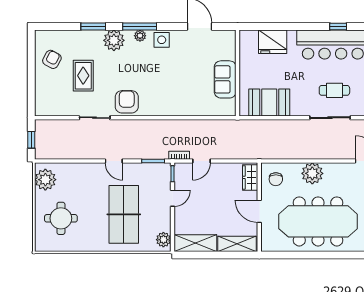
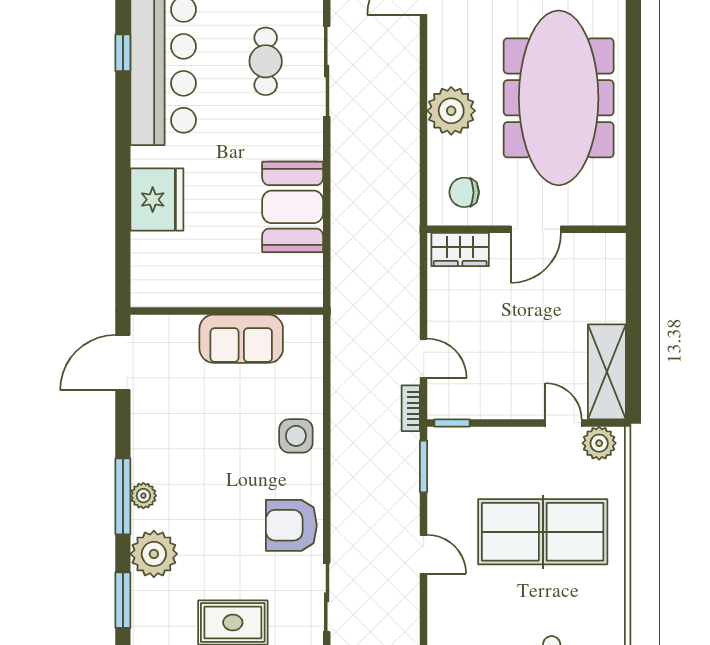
side table: (162, 40) -> (296, 436), moved
wall: (238, 73) -> (227, 311), moved
sofa: (225, 79) -> (241, 339), moved
door: (114, 161) -> (424, 554), hinge flipped
chair: (276, 179) -> (464, 192), turned 180
door: (173, 198) -> (563, 423), moved
shelving: (237, 244) -> (609, 279), removed

